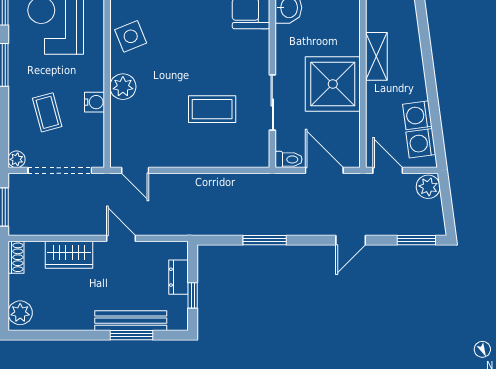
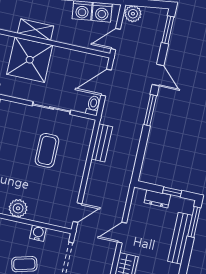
shower: (333, 84) -> (30, 60), moved
water cooler: (94, 102) -> (38, 233), moved
bench: (239, 183) -> (102, 143), added
window: (265, 240) -> (150, 110), moved
window: (132, 335) -> (194, 222), moved

